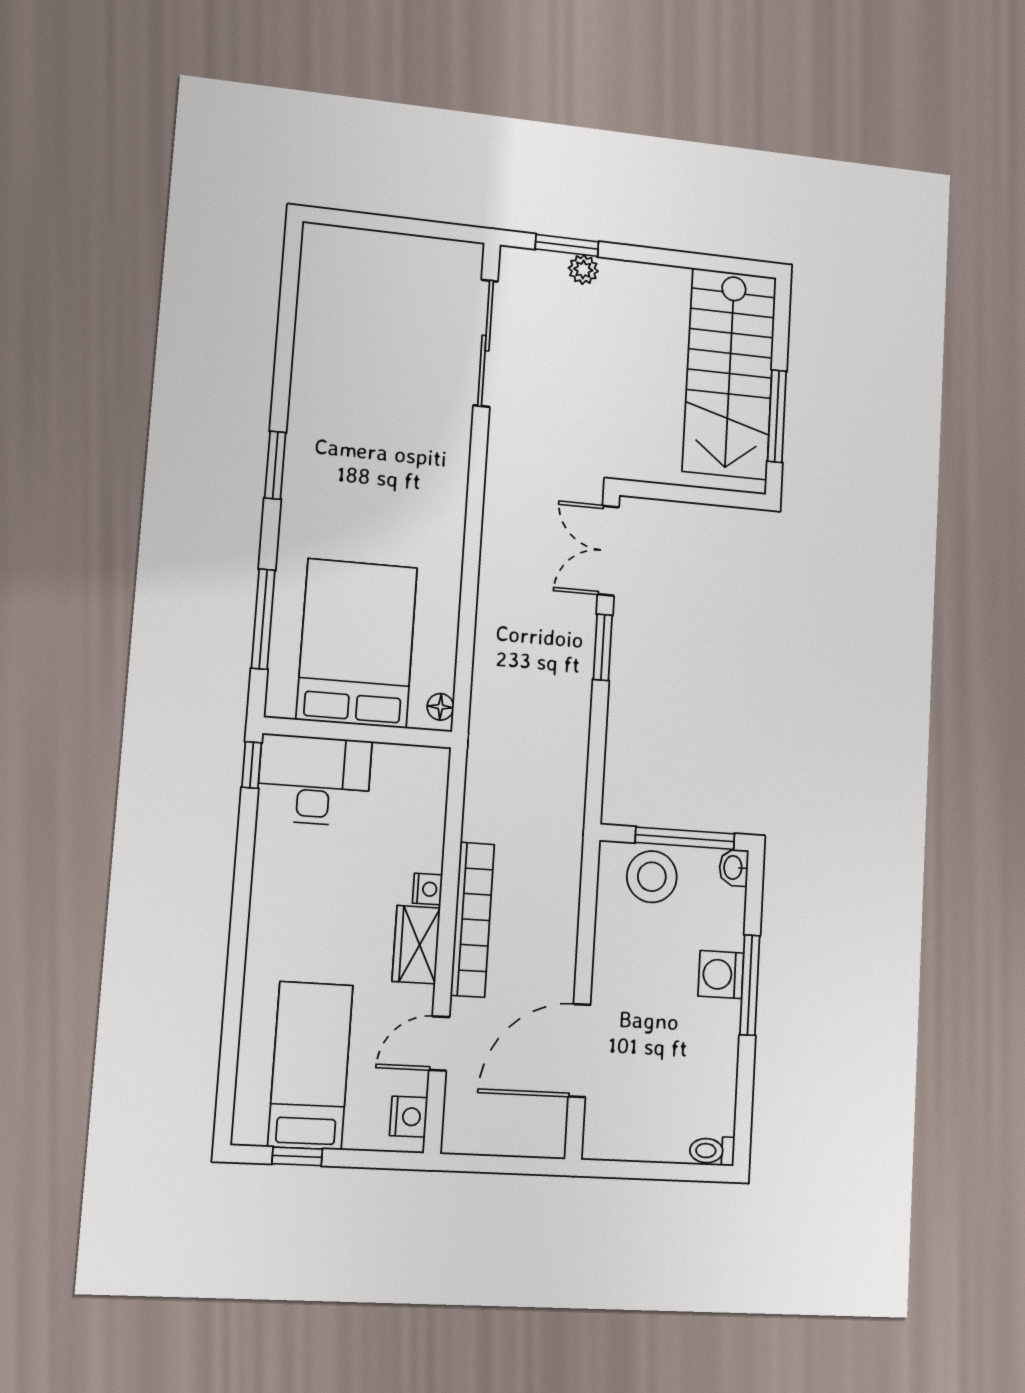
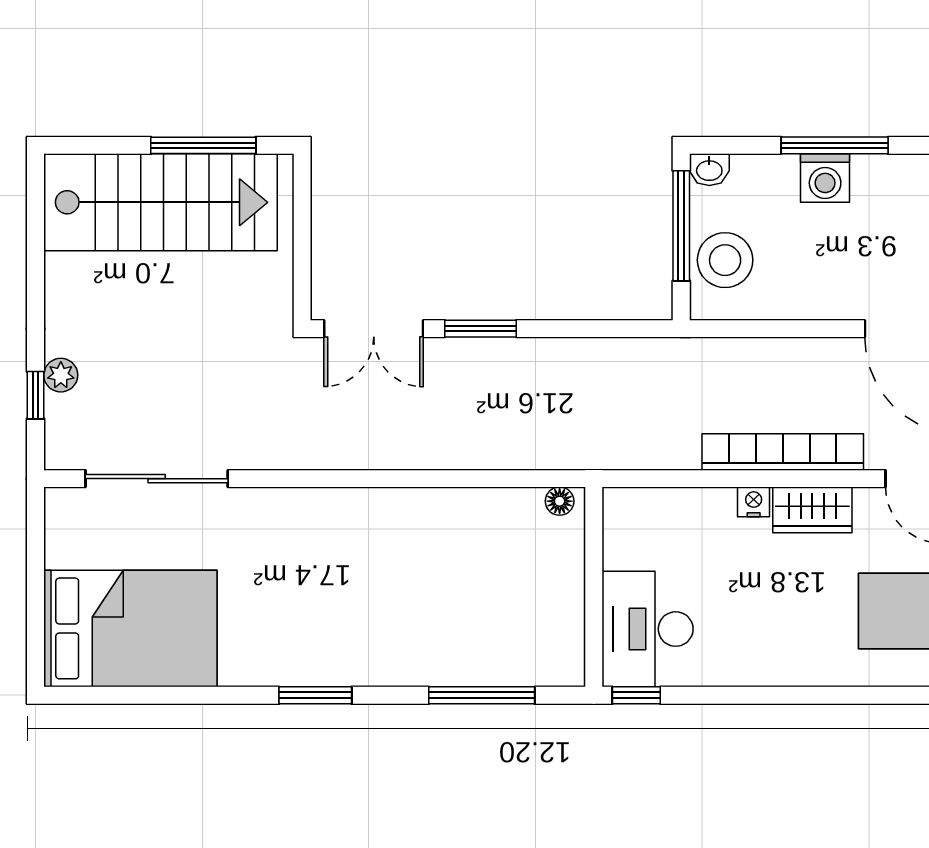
window: (567, 245) -> (36, 395), width x0.67
bed: (357, 643) -> (130, 628), moved, turned 180

